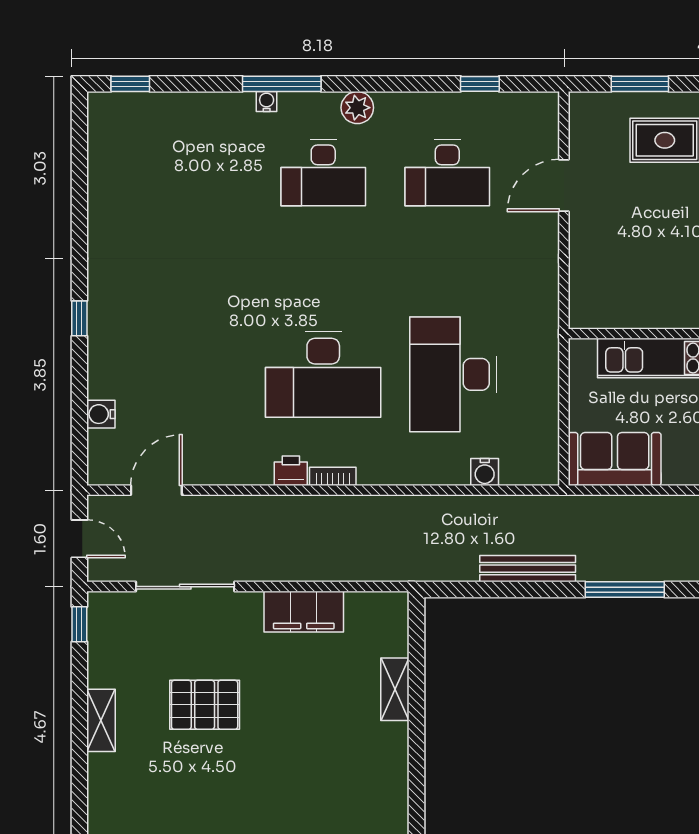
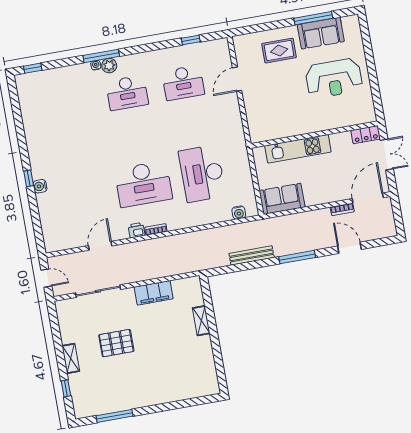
window: (640, 84) -> (263, 27), removed
plant: (357, 108) -> (109, 66), moved
water cooler: (101, 414) -> (40, 186), moved
water cooler: (485, 472) -> (239, 213), moved
door: (156, 490) -> (100, 246), moved
window: (79, 624) -> (66, 388), moved

